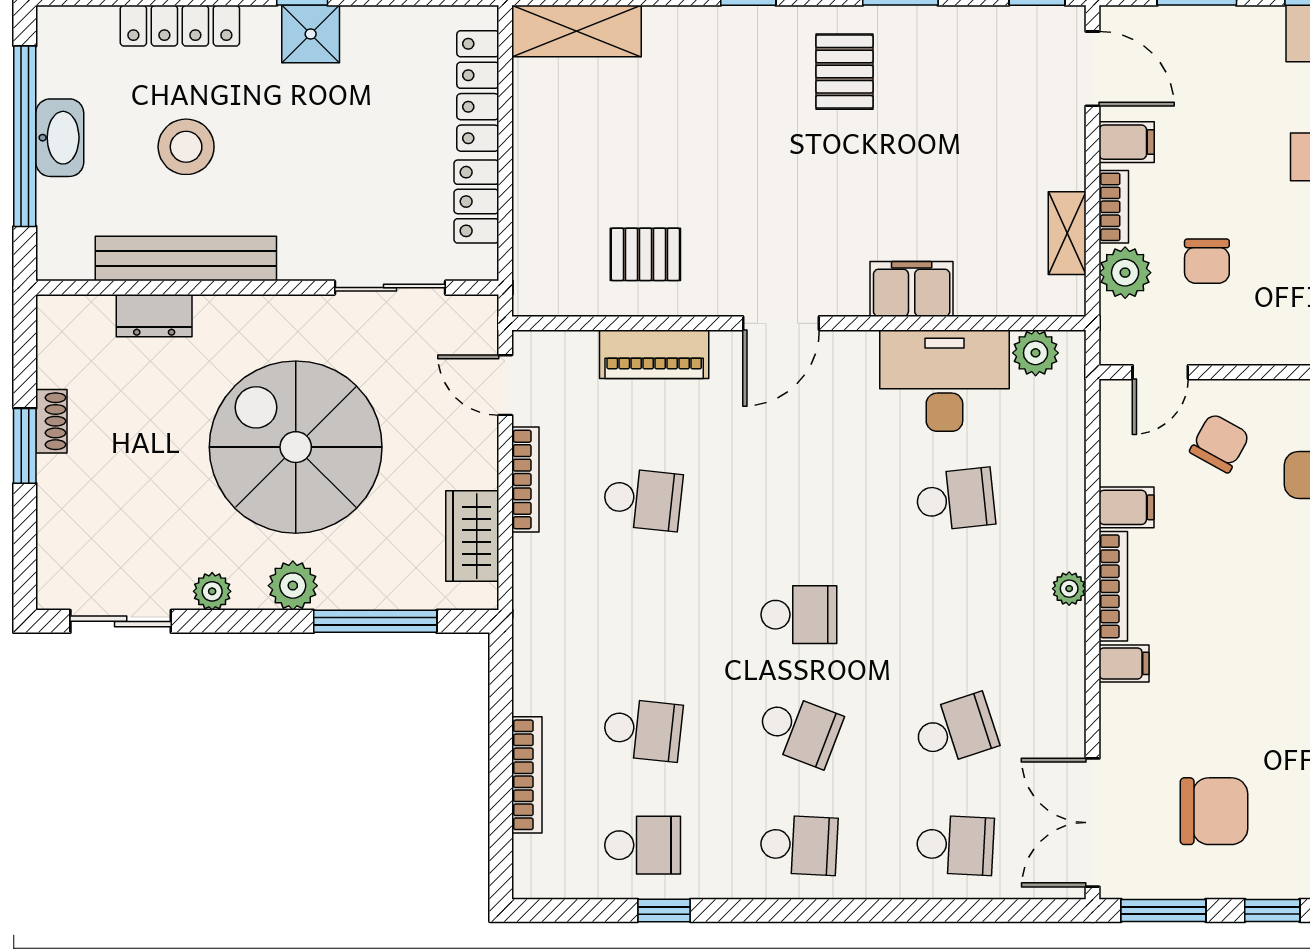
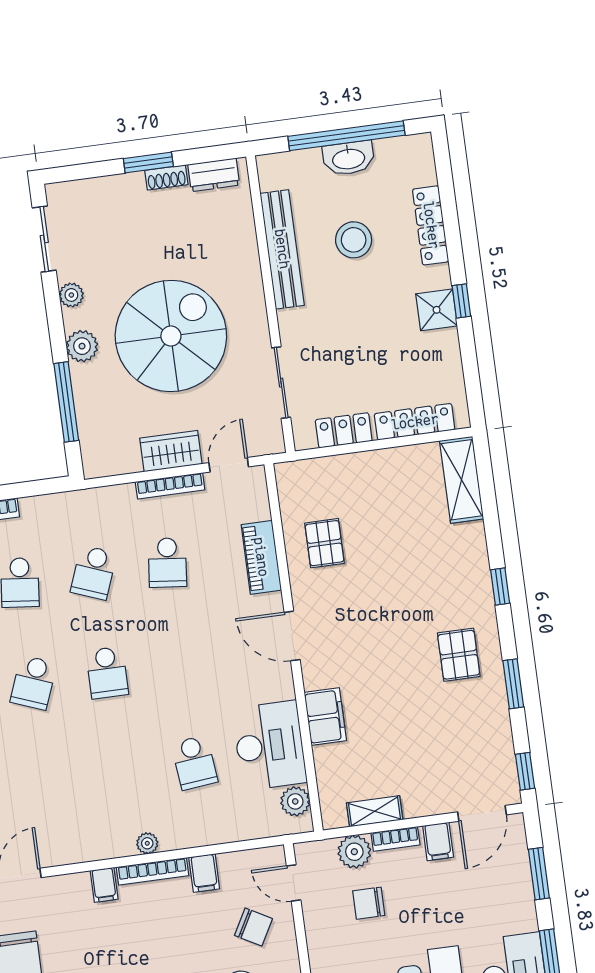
pallet: (844, 72) -> (459, 655), turned 90
dresser: (154, 316) -> (214, 175), moved, turned -90
wardrobe: (472, 536) -> (171, 451), moved
school desk: (955, 730) -> (94, 573), moved, turned 39

